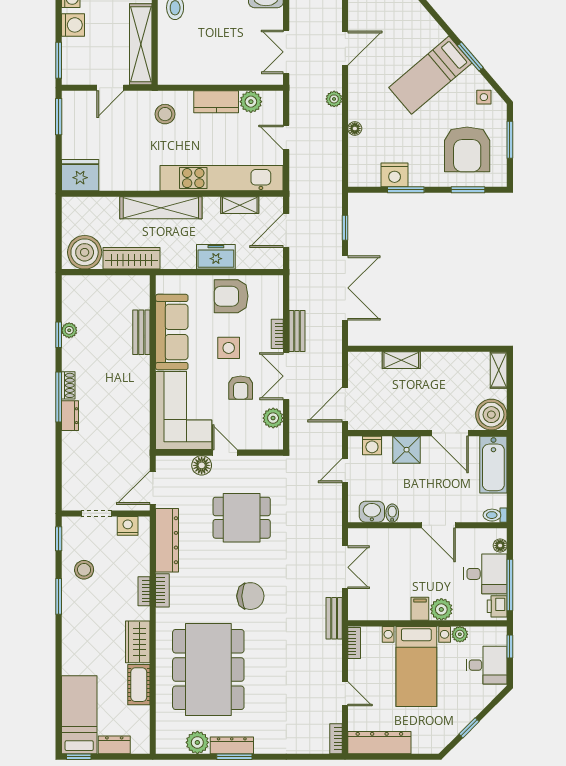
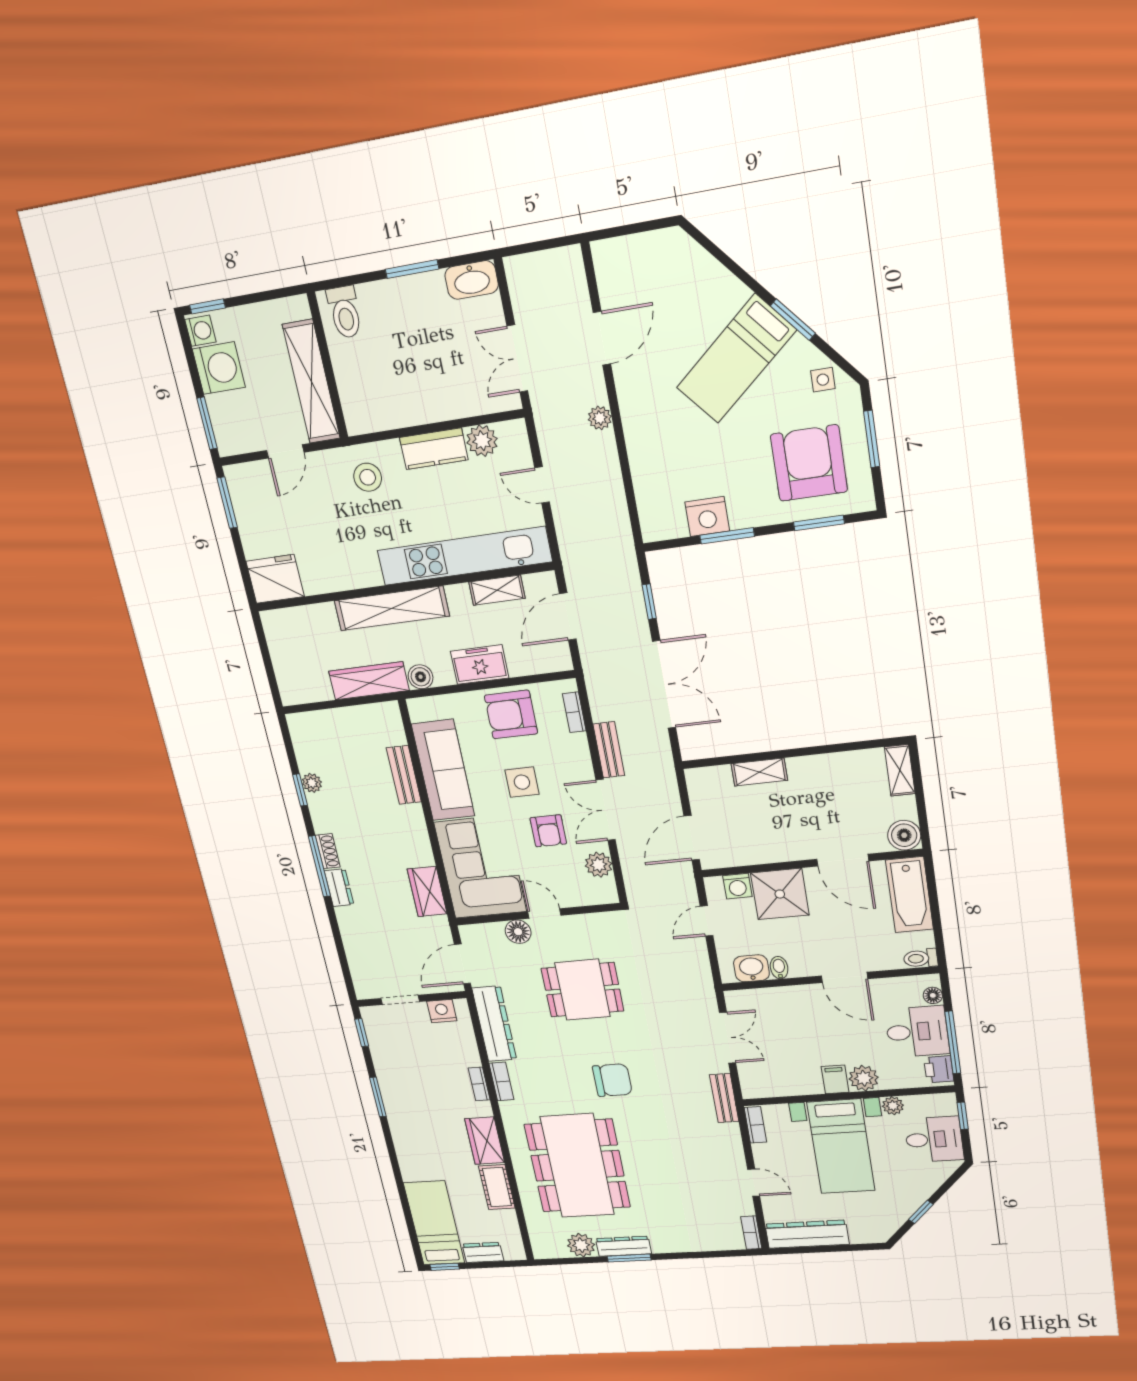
washing machine: (73, 25) -> (219, 368), width x1.37, depth x1.37
floor lamp: (355, 129) -> (638, 457), removed
armchair: (467, 149) -> (809, 463), turned 180
boiler: (85, 252) -> (421, 677), moved, width x0.54, depth x0.54
bookcase: (277, 334) -> (574, 712), moved
boiler: (491, 415) -> (904, 835), width x0.73, depth x0.73
wardrobe: (138, 426) -> (427, 892), added
shower: (407, 450) -> (780, 894), width x1.36, depth x1.36
stool: (84, 570) -> (401, 1065), removed

